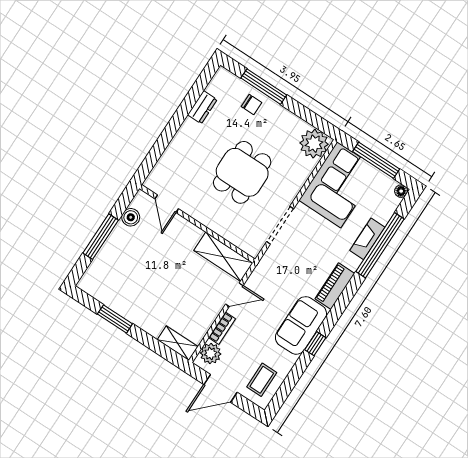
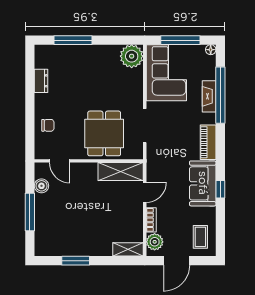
chair: (252, 105) -> (48, 125), moved
dining table: (242, 172) -> (104, 133), moved

